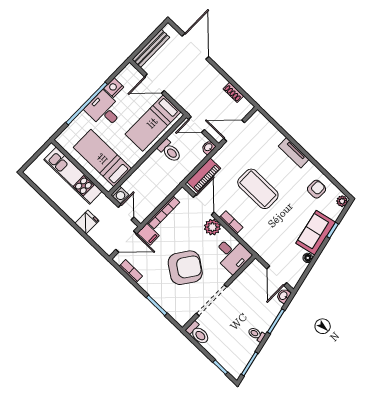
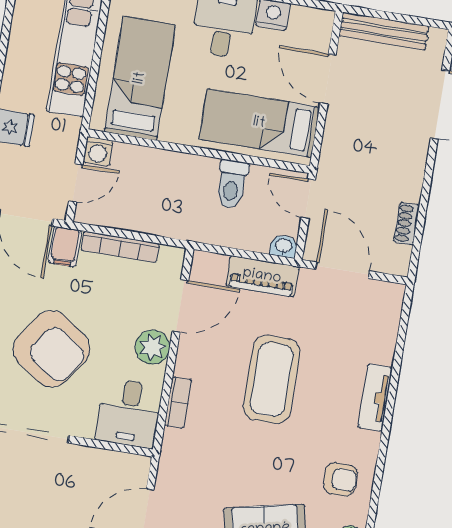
piano: (204, 175) -> (262, 276), moved
bookcase: (231, 222) -> (178, 403), moved

